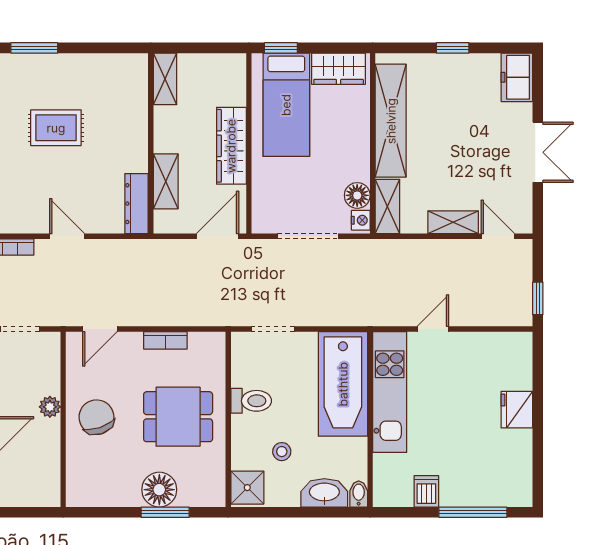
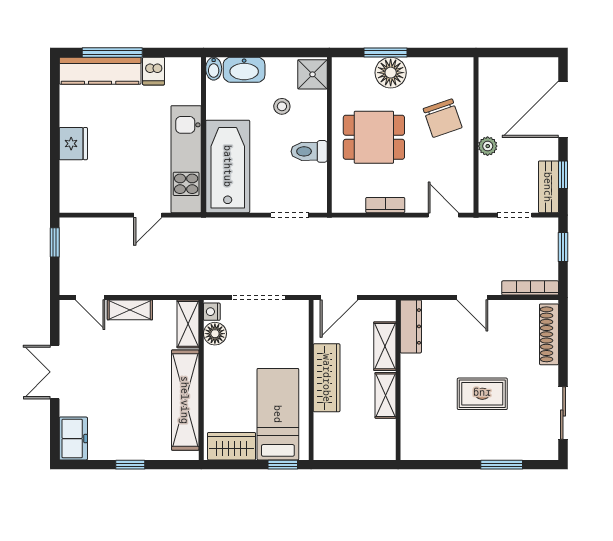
shelving: (165, 79) -> (386, 395), moved
door: (100, 329) -> (443, 215), hinge flipped
chair: (96, 417) -> (443, 118), moved
kitchen counter: (487, 492) -> (100, 71), added

